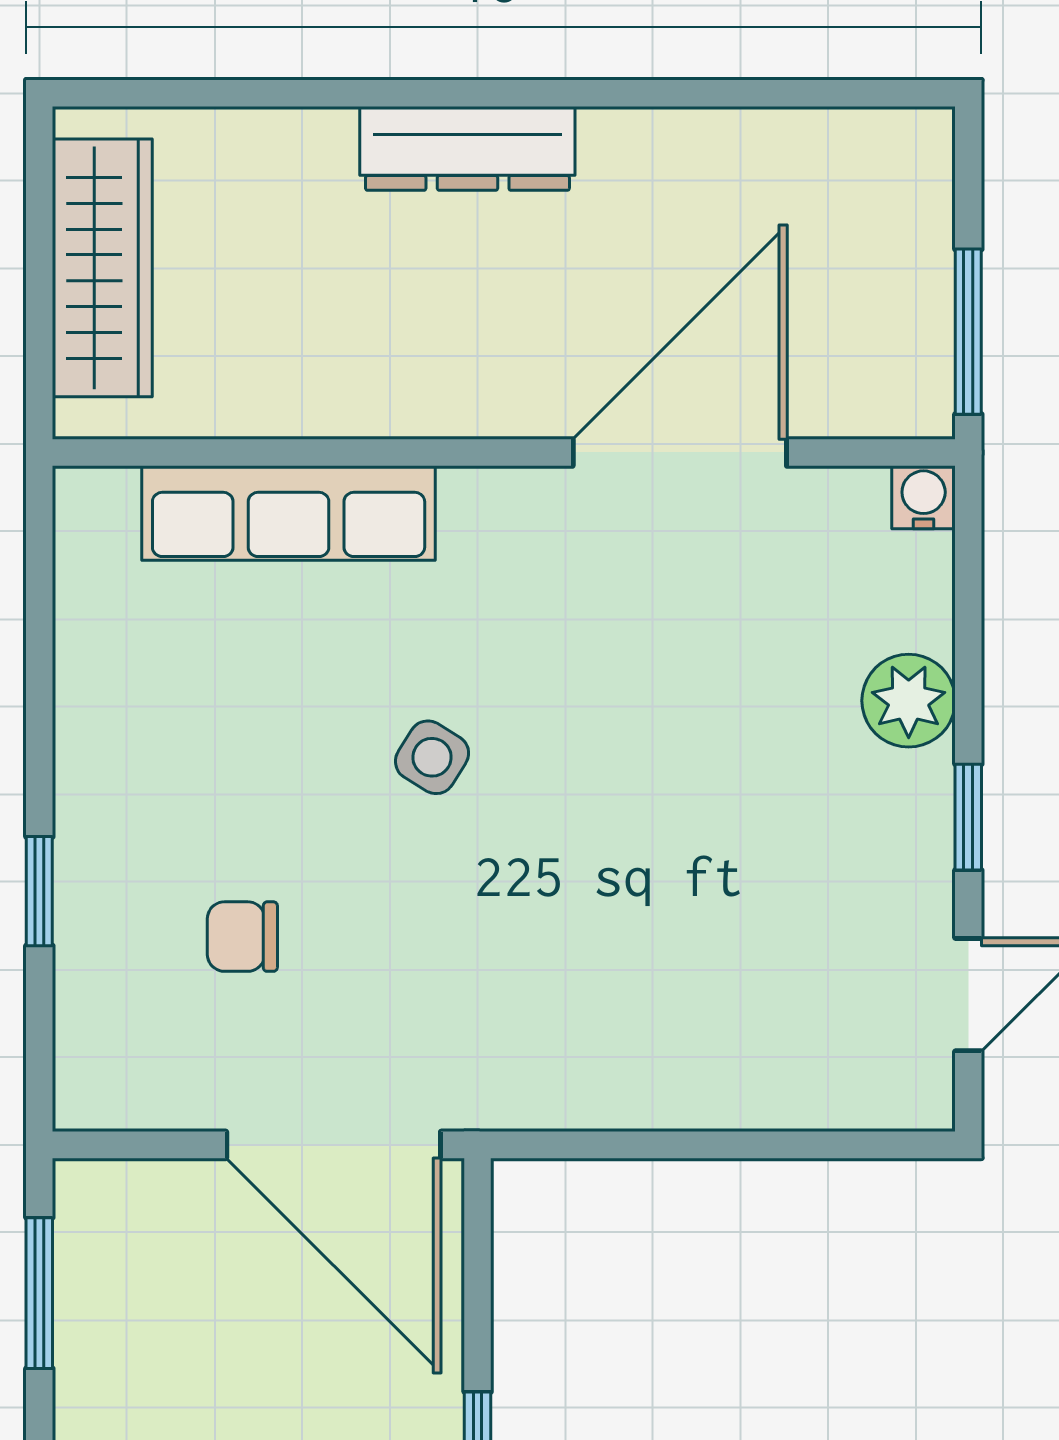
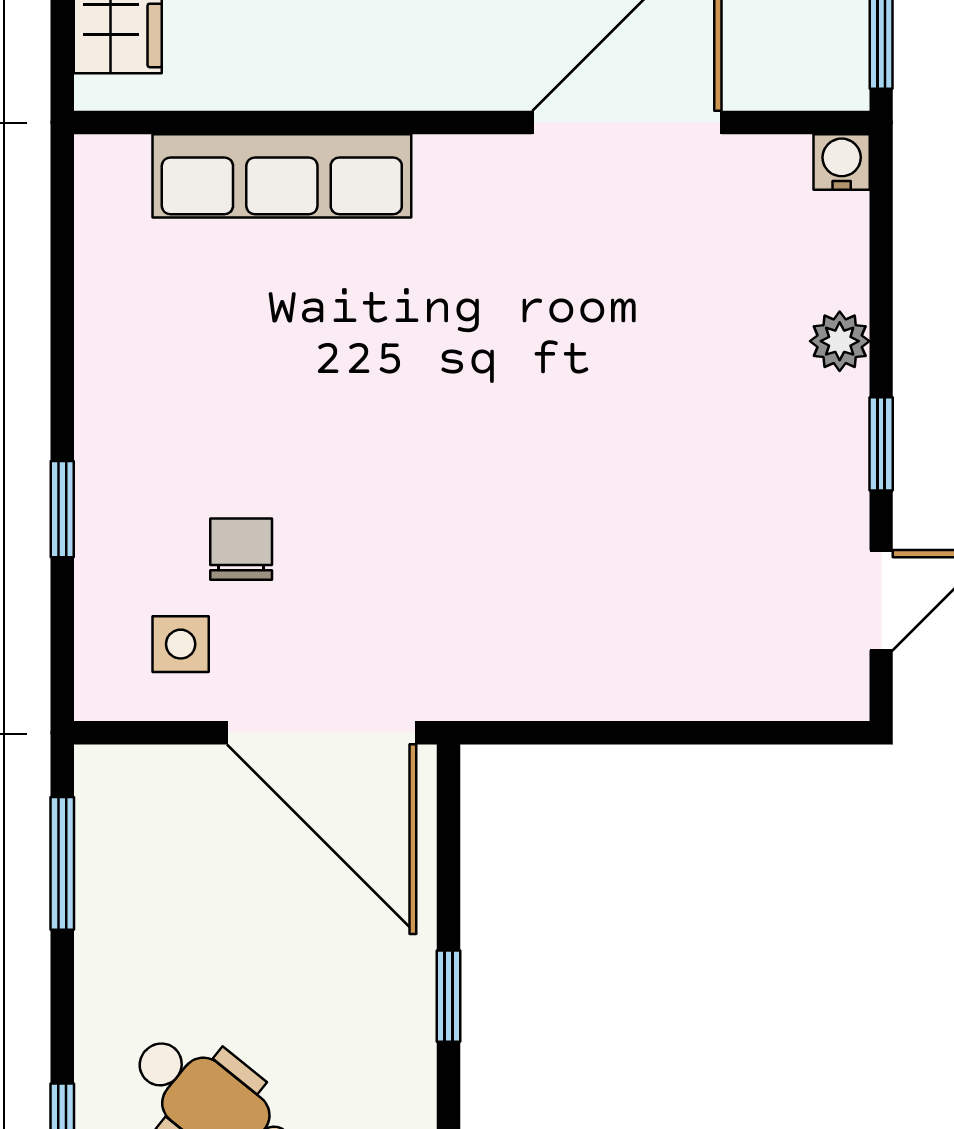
plant: (909, 701) -> (840, 341), width x0.73, depth x0.73
side table: (432, 757) -> (181, 644), moved, turned -32
chair: (242, 937) -> (241, 549), turned 90

